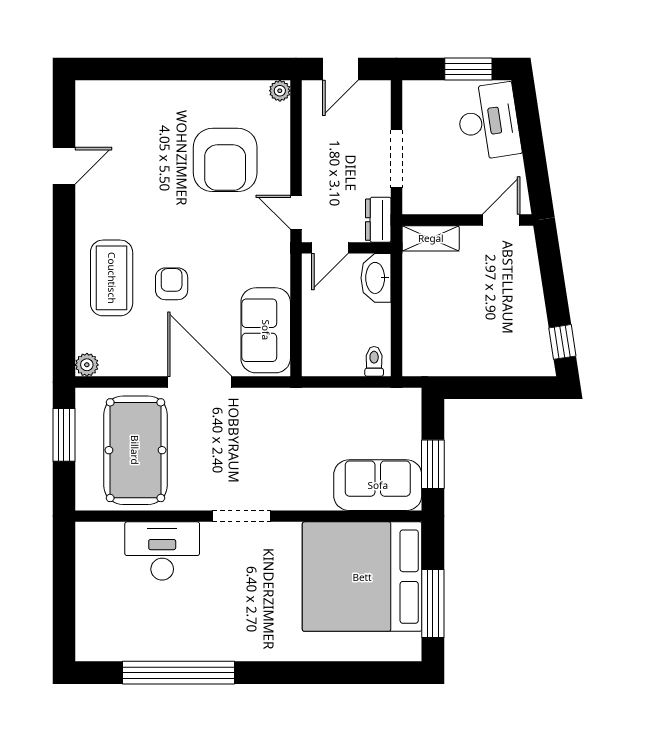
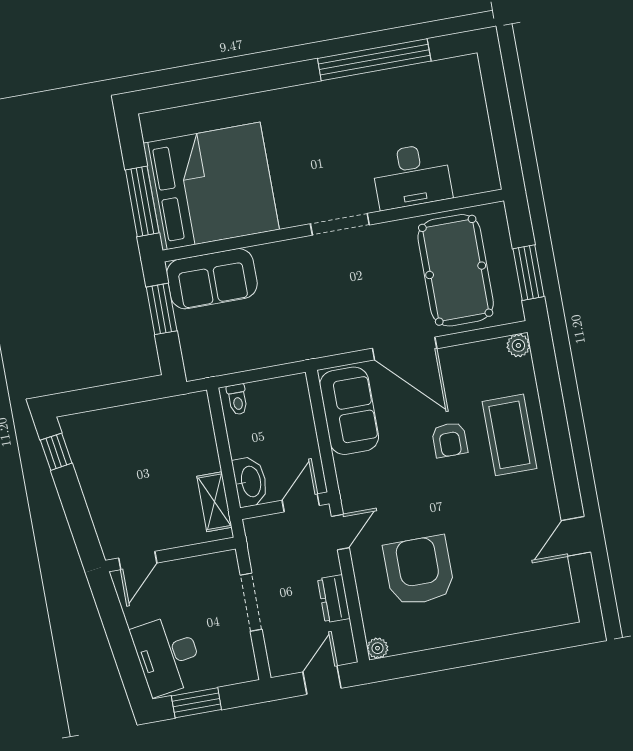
door: (296, 212) -> (340, 532), hinge flipped
dresser: (378, 220) -> (334, 599), moved, turned 180
shelving: (431, 238) -> (214, 502), moved, turned 90
window: (433, 603) -> (142, 201), moved

